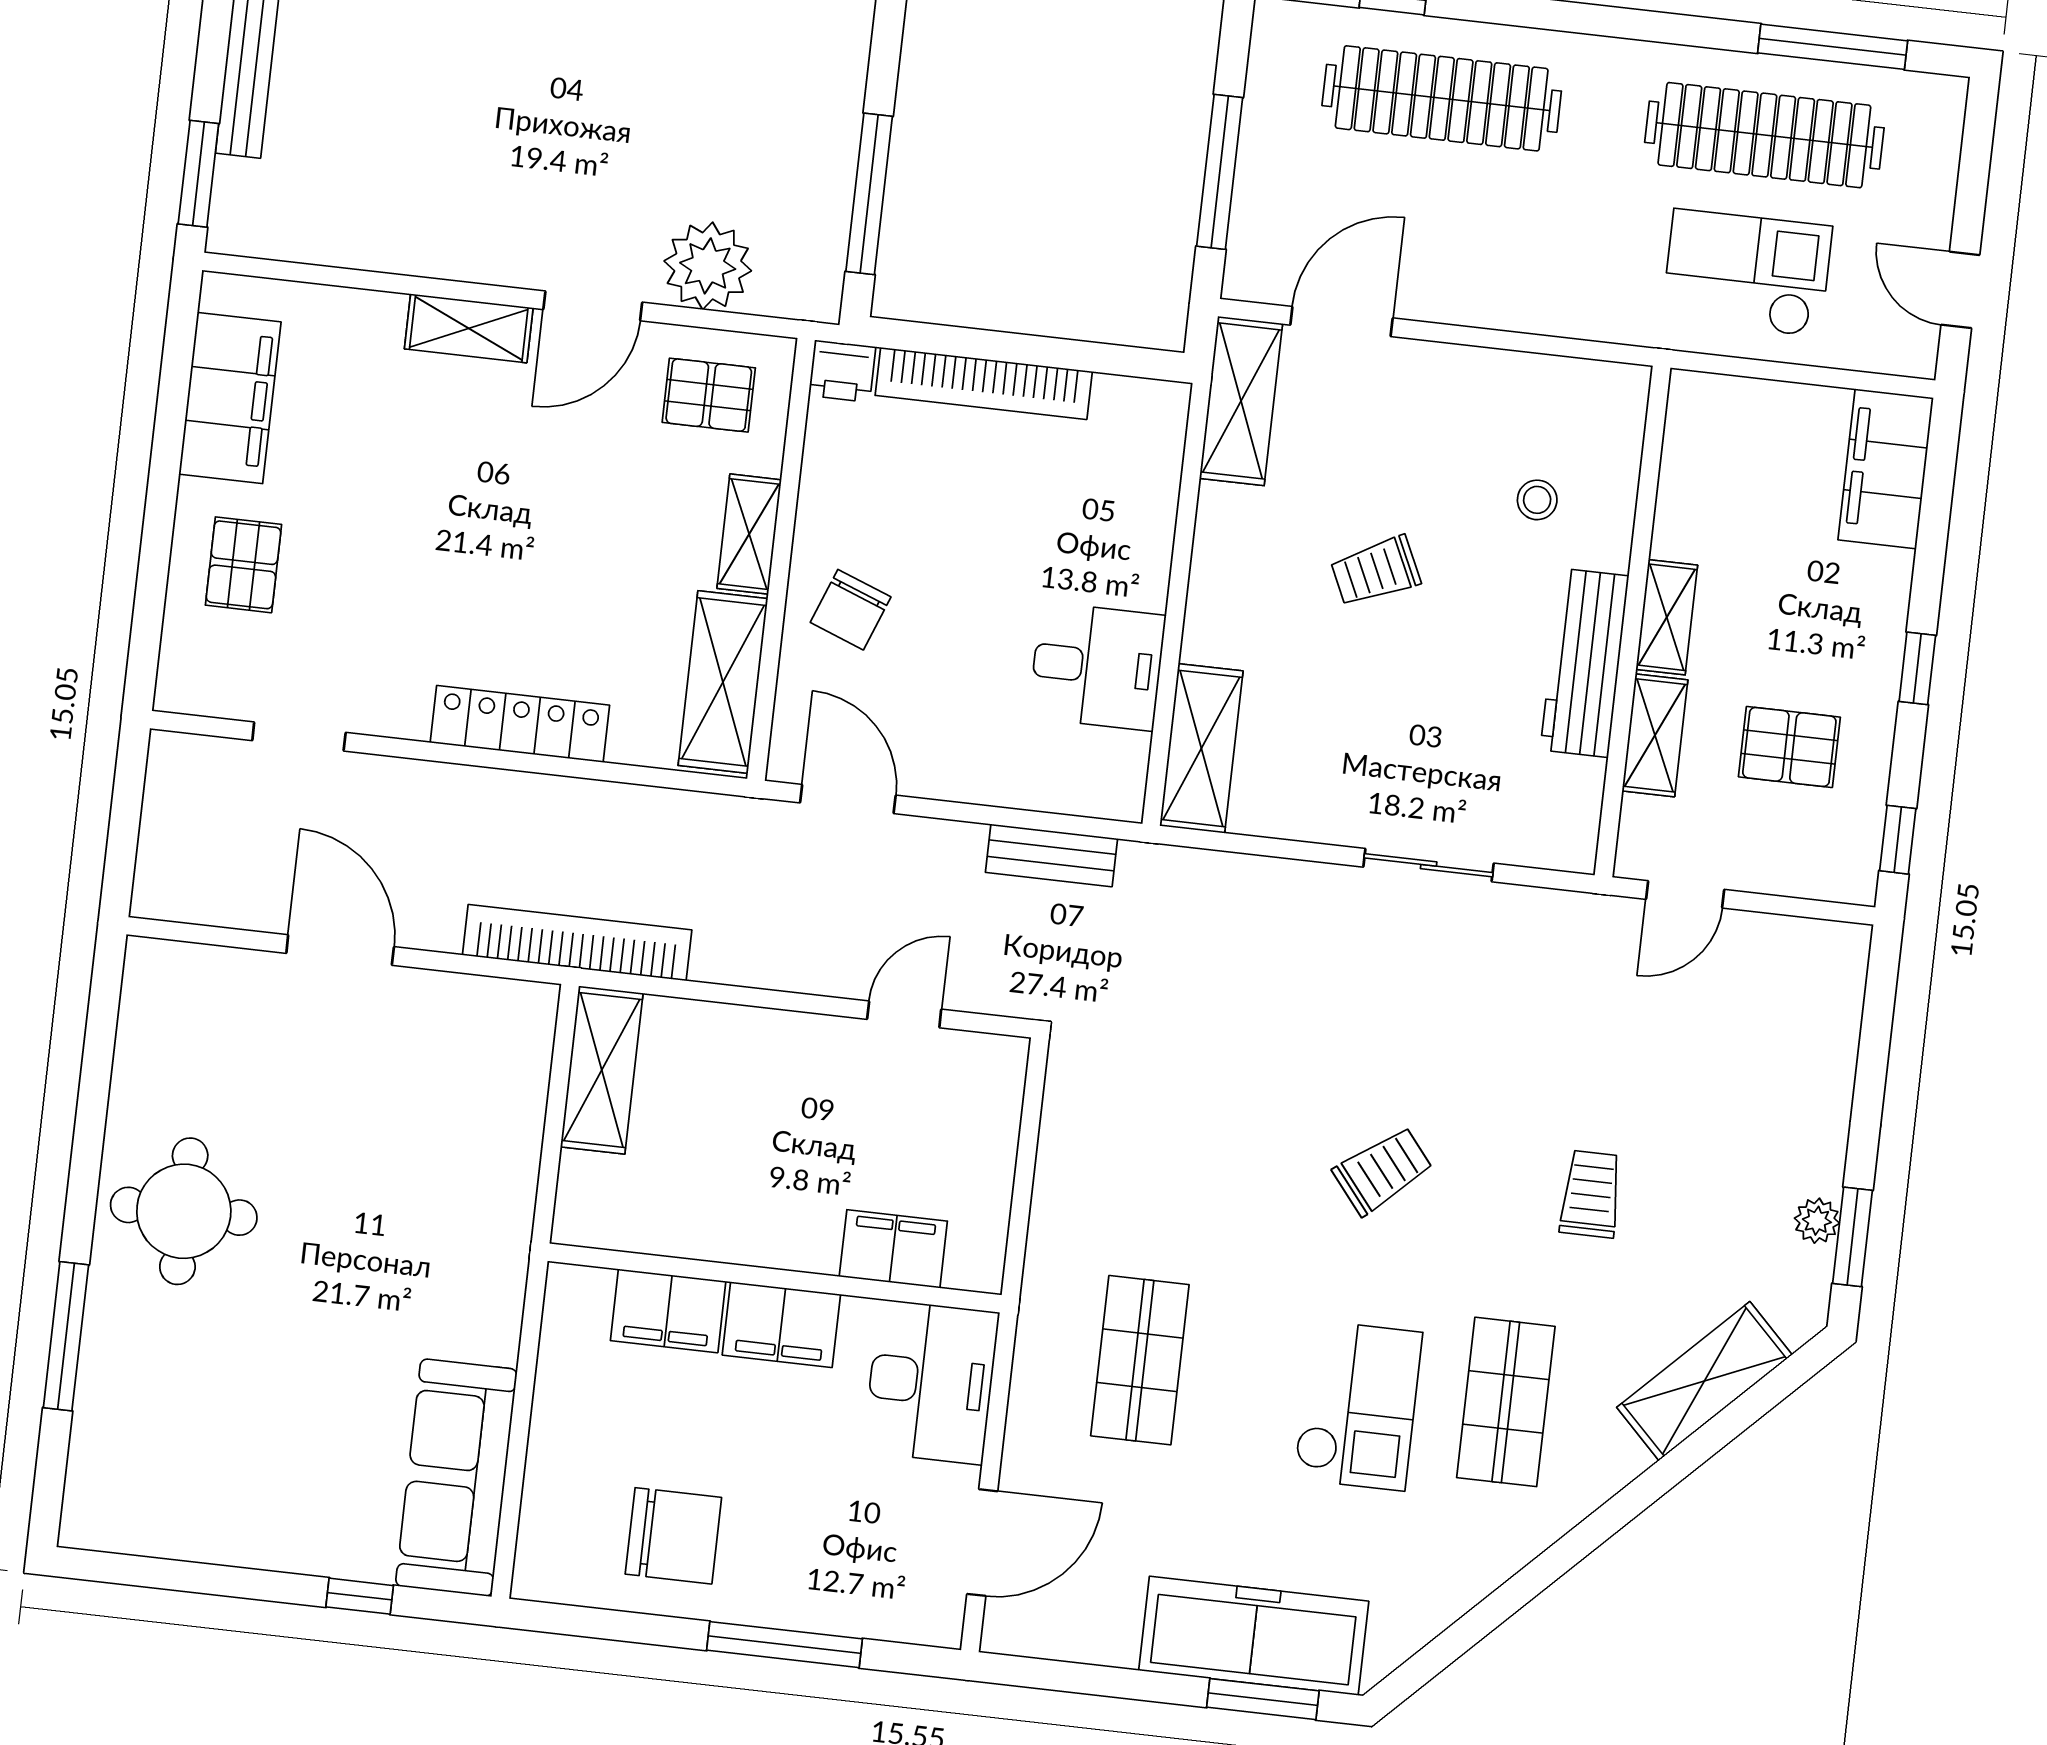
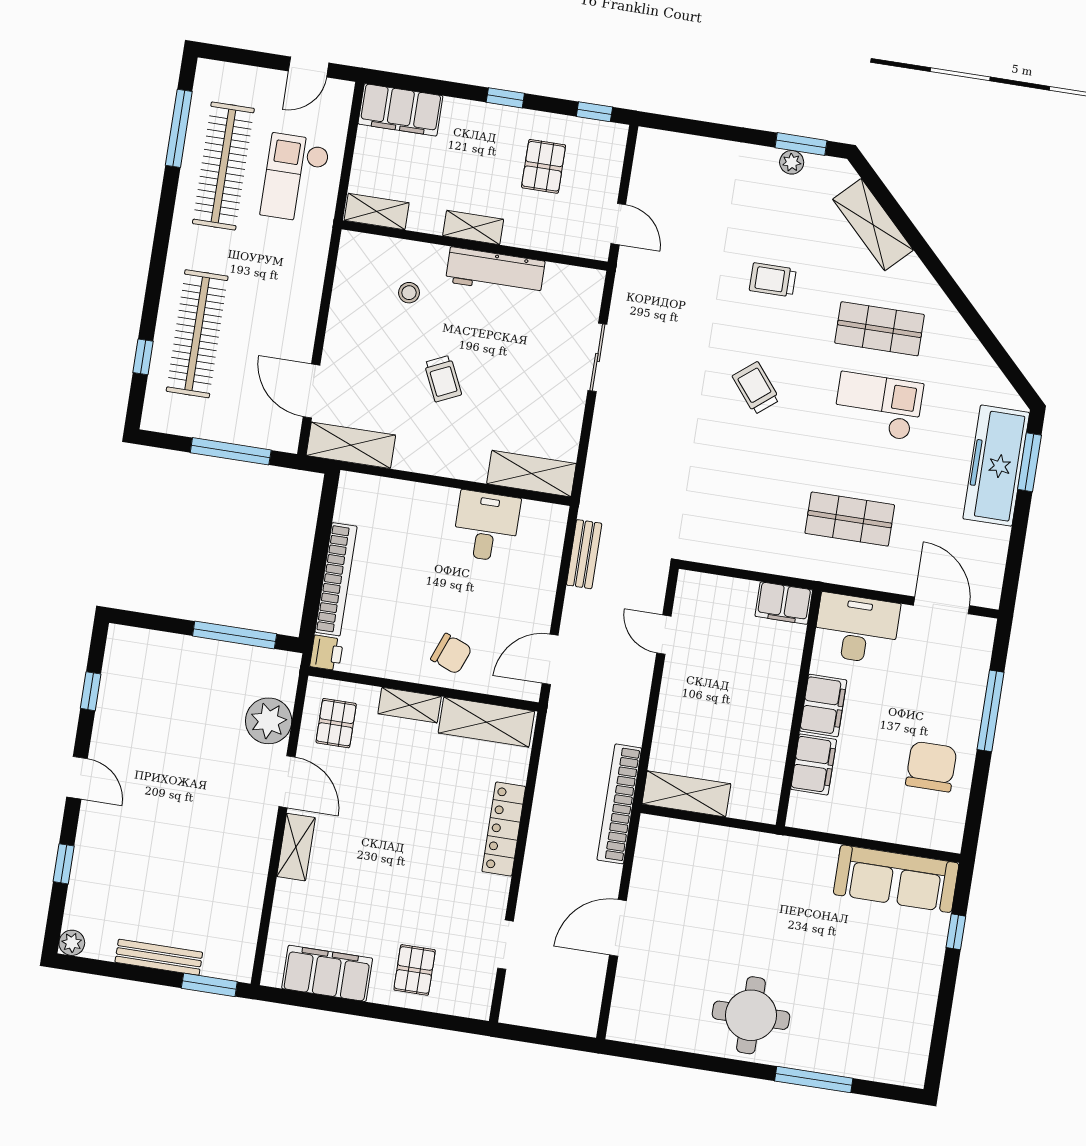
pallet: (243, 565) -> (415, 970), turned 90
shelving: (1655, 735) -> (377, 212), moved
filing cabinet: (893, 1249) -> (784, 603), moved, turned -90

